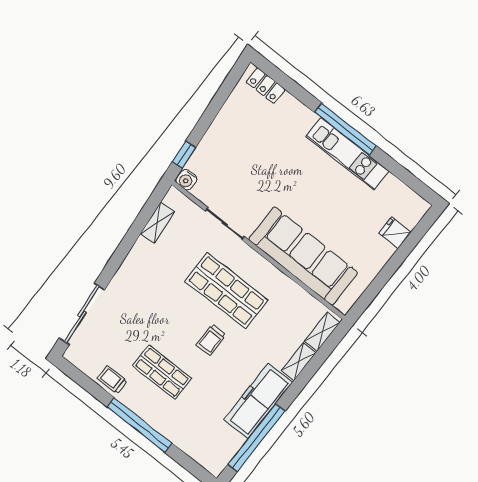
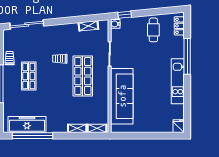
cafe table: (241, 129) -> (153, 30), added
window: (346, 129) -> (187, 56), moved
fridge: (395, 233) -> (179, 126), moved
trolley: (211, 340) -> (60, 59), moved
freezer: (258, 401) -> (27, 125), moved

